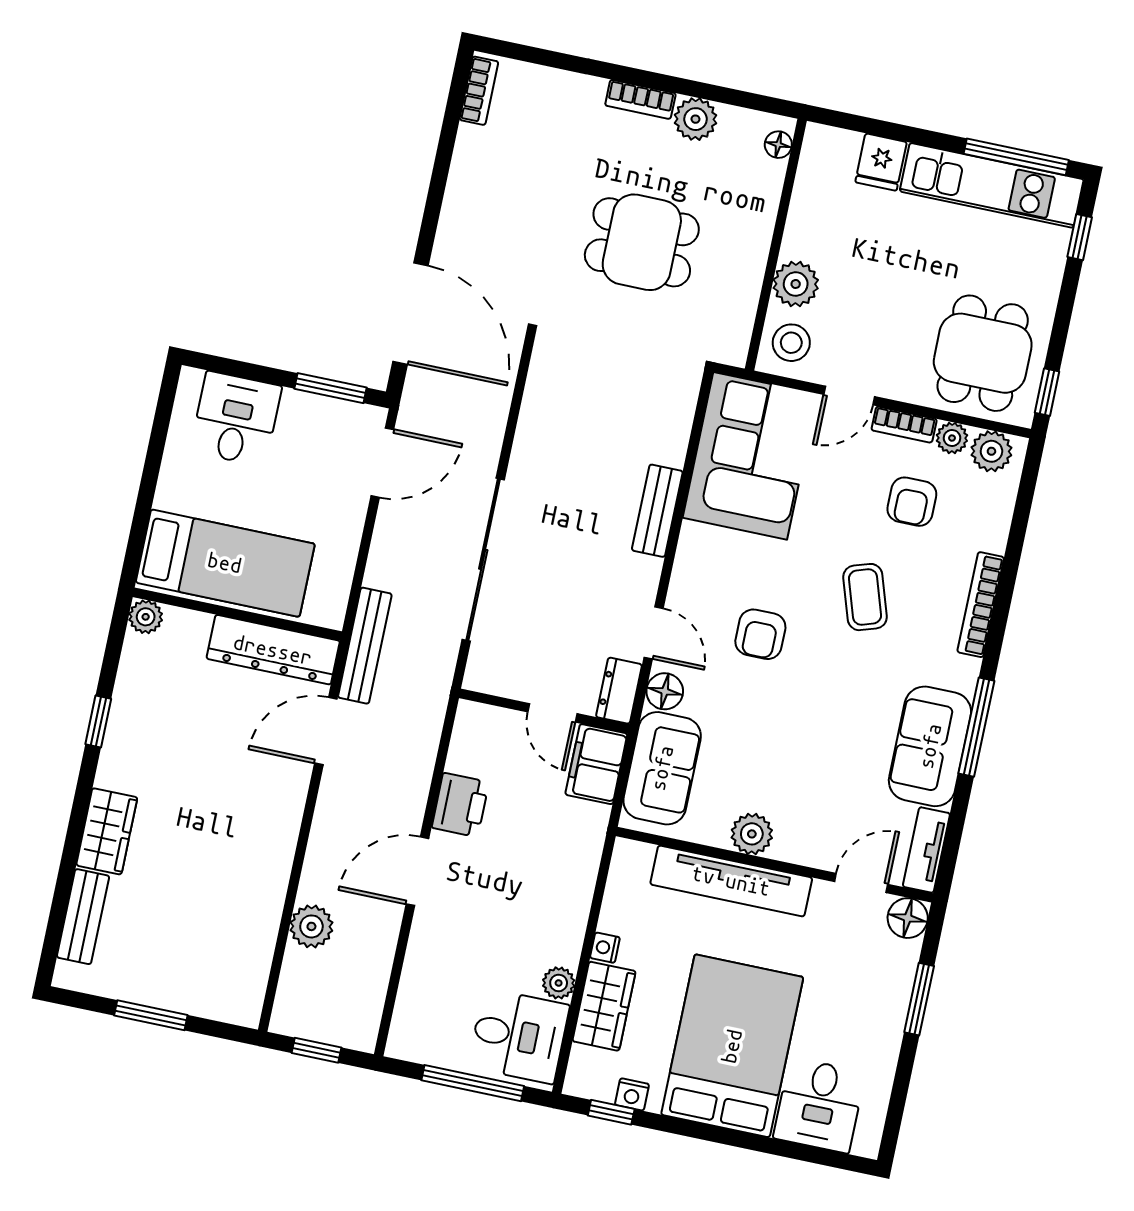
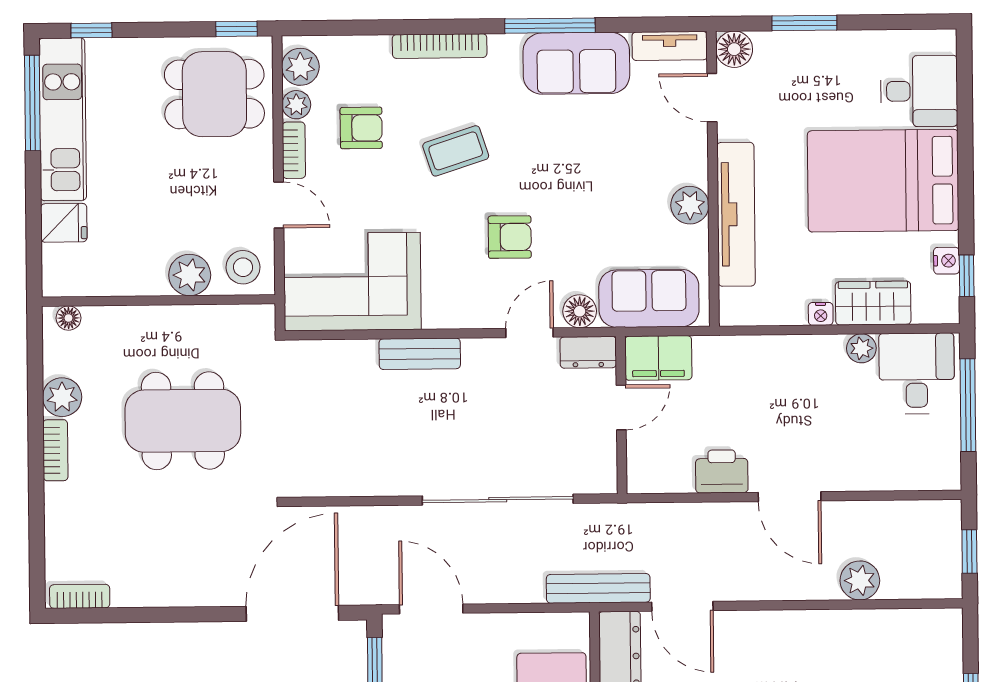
dining table: (642, 242) -> (183, 421), width x1.38

